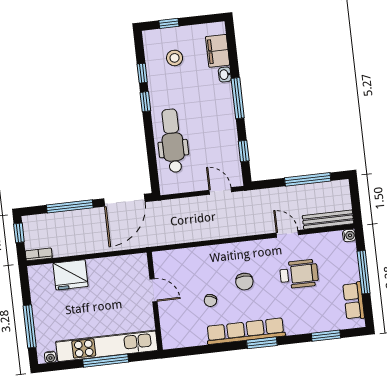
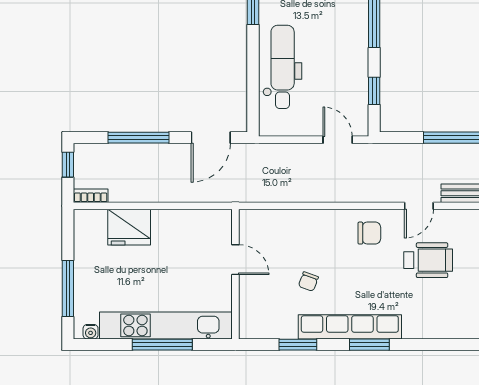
door: (124, 200) -> (211, 138), width x0.73
door: (287, 234) -> (419, 206), swing flipped
chair: (244, 282) -> (369, 233), moved, turned -90
window: (326, 336) -> (298, 345), moved

